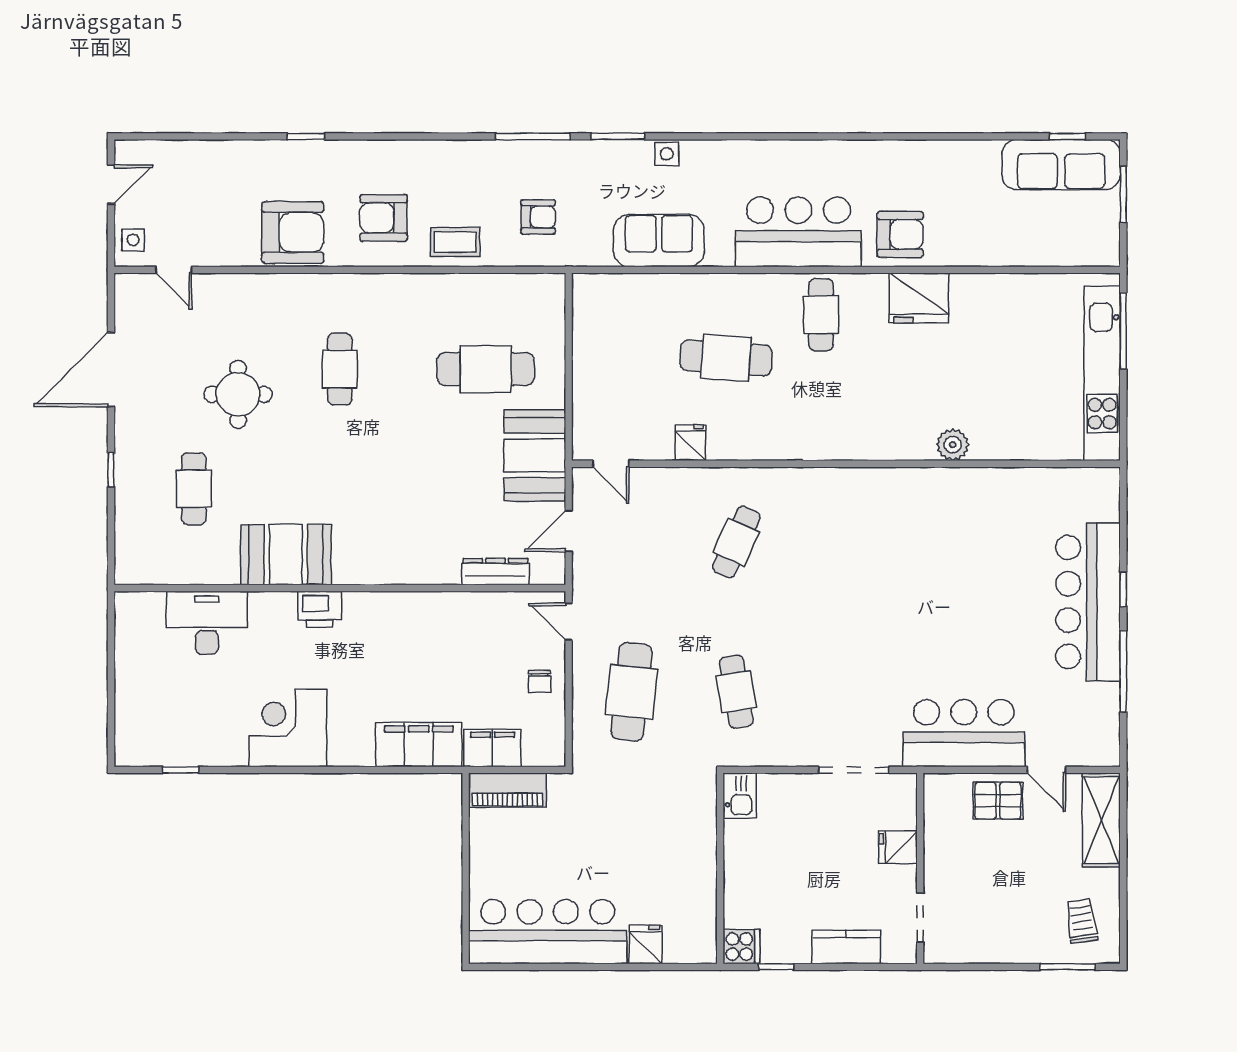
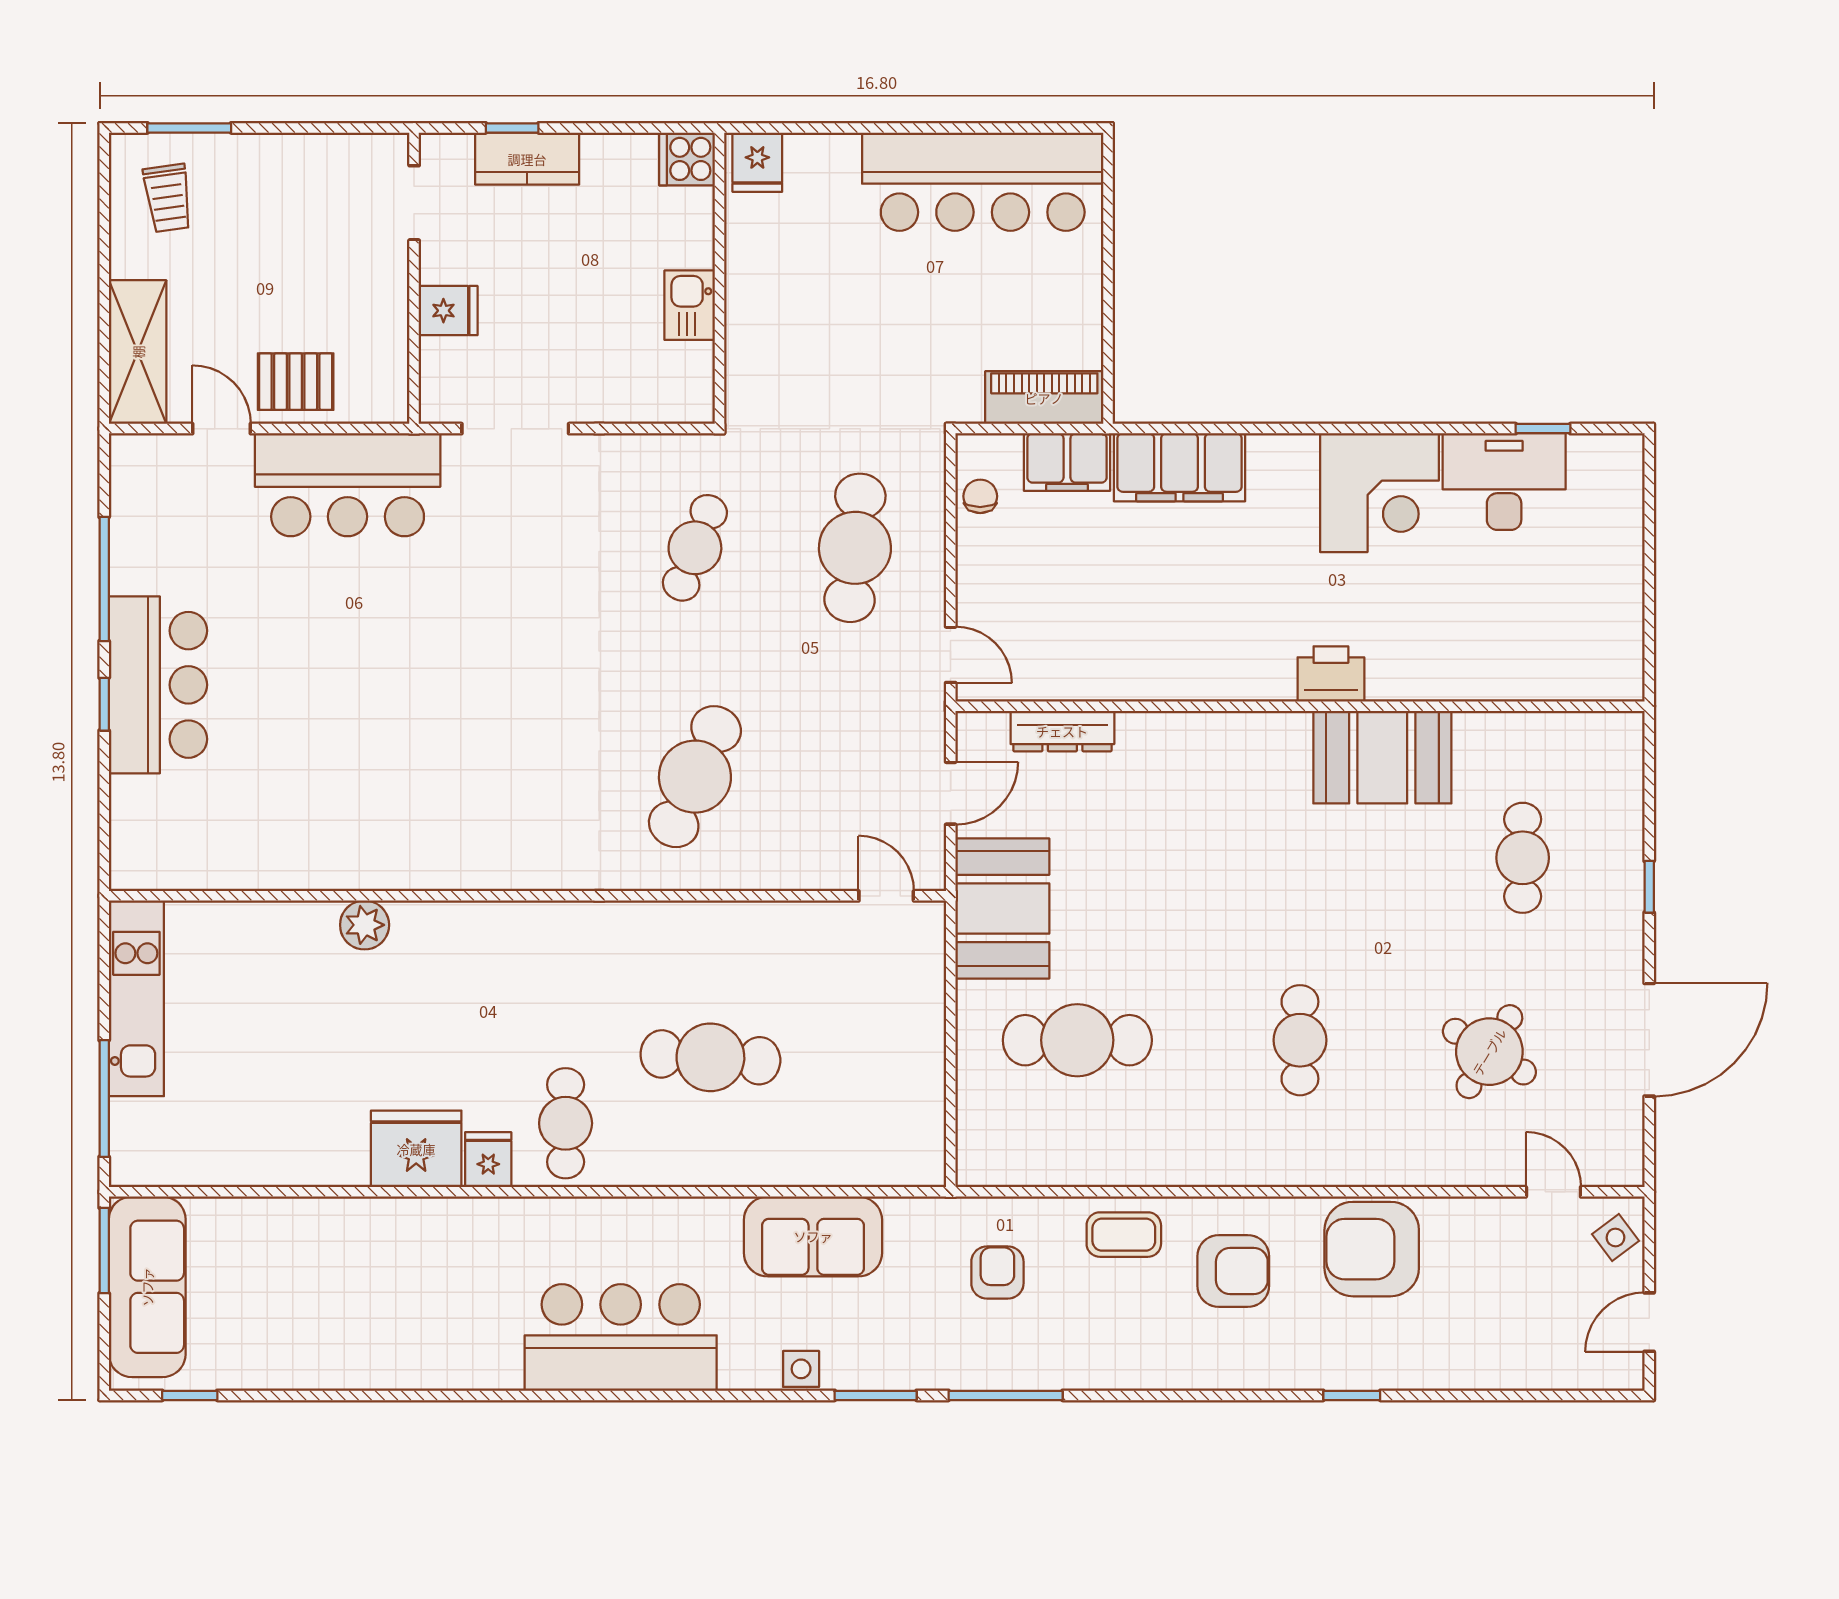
sofa: (1061, 165) -> (147, 1287), moved, turned 90
window: (1123, 194) -> (104, 1251), moved
armchair: (538, 217) -> (997, 1273), turned 90
bar counter: (798, 232) -> (621, 1337), moved, turned 180
armchair: (900, 234) -> (445, 1246), removed
side table: (133, 240) -> (1615, 1237), turned -37
kitchen unit: (1102, 373) -> (136, 998), width x0.73
round table: (238, 394) -> (1489, 1052), moved, turned 31
fridge: (690, 443) -> (488, 1160), moved, turned 180
cafe table: (736, 542) -> (695, 777), width x1.37, depth x1.35
bar counter: (1088, 602) -> (158, 685), width x0.73
desk: (207, 623) -> (1504, 482), moved, turned 180
chair: (539, 681) -> (980, 496), moved
cafe table: (736, 692) -> (695, 548), turned 30
kitchen sink: (740, 796) -> (690, 305), moved
fridge: (645, 944) -> (757, 162), moved
window: (776, 967) -> (512, 128), moved

